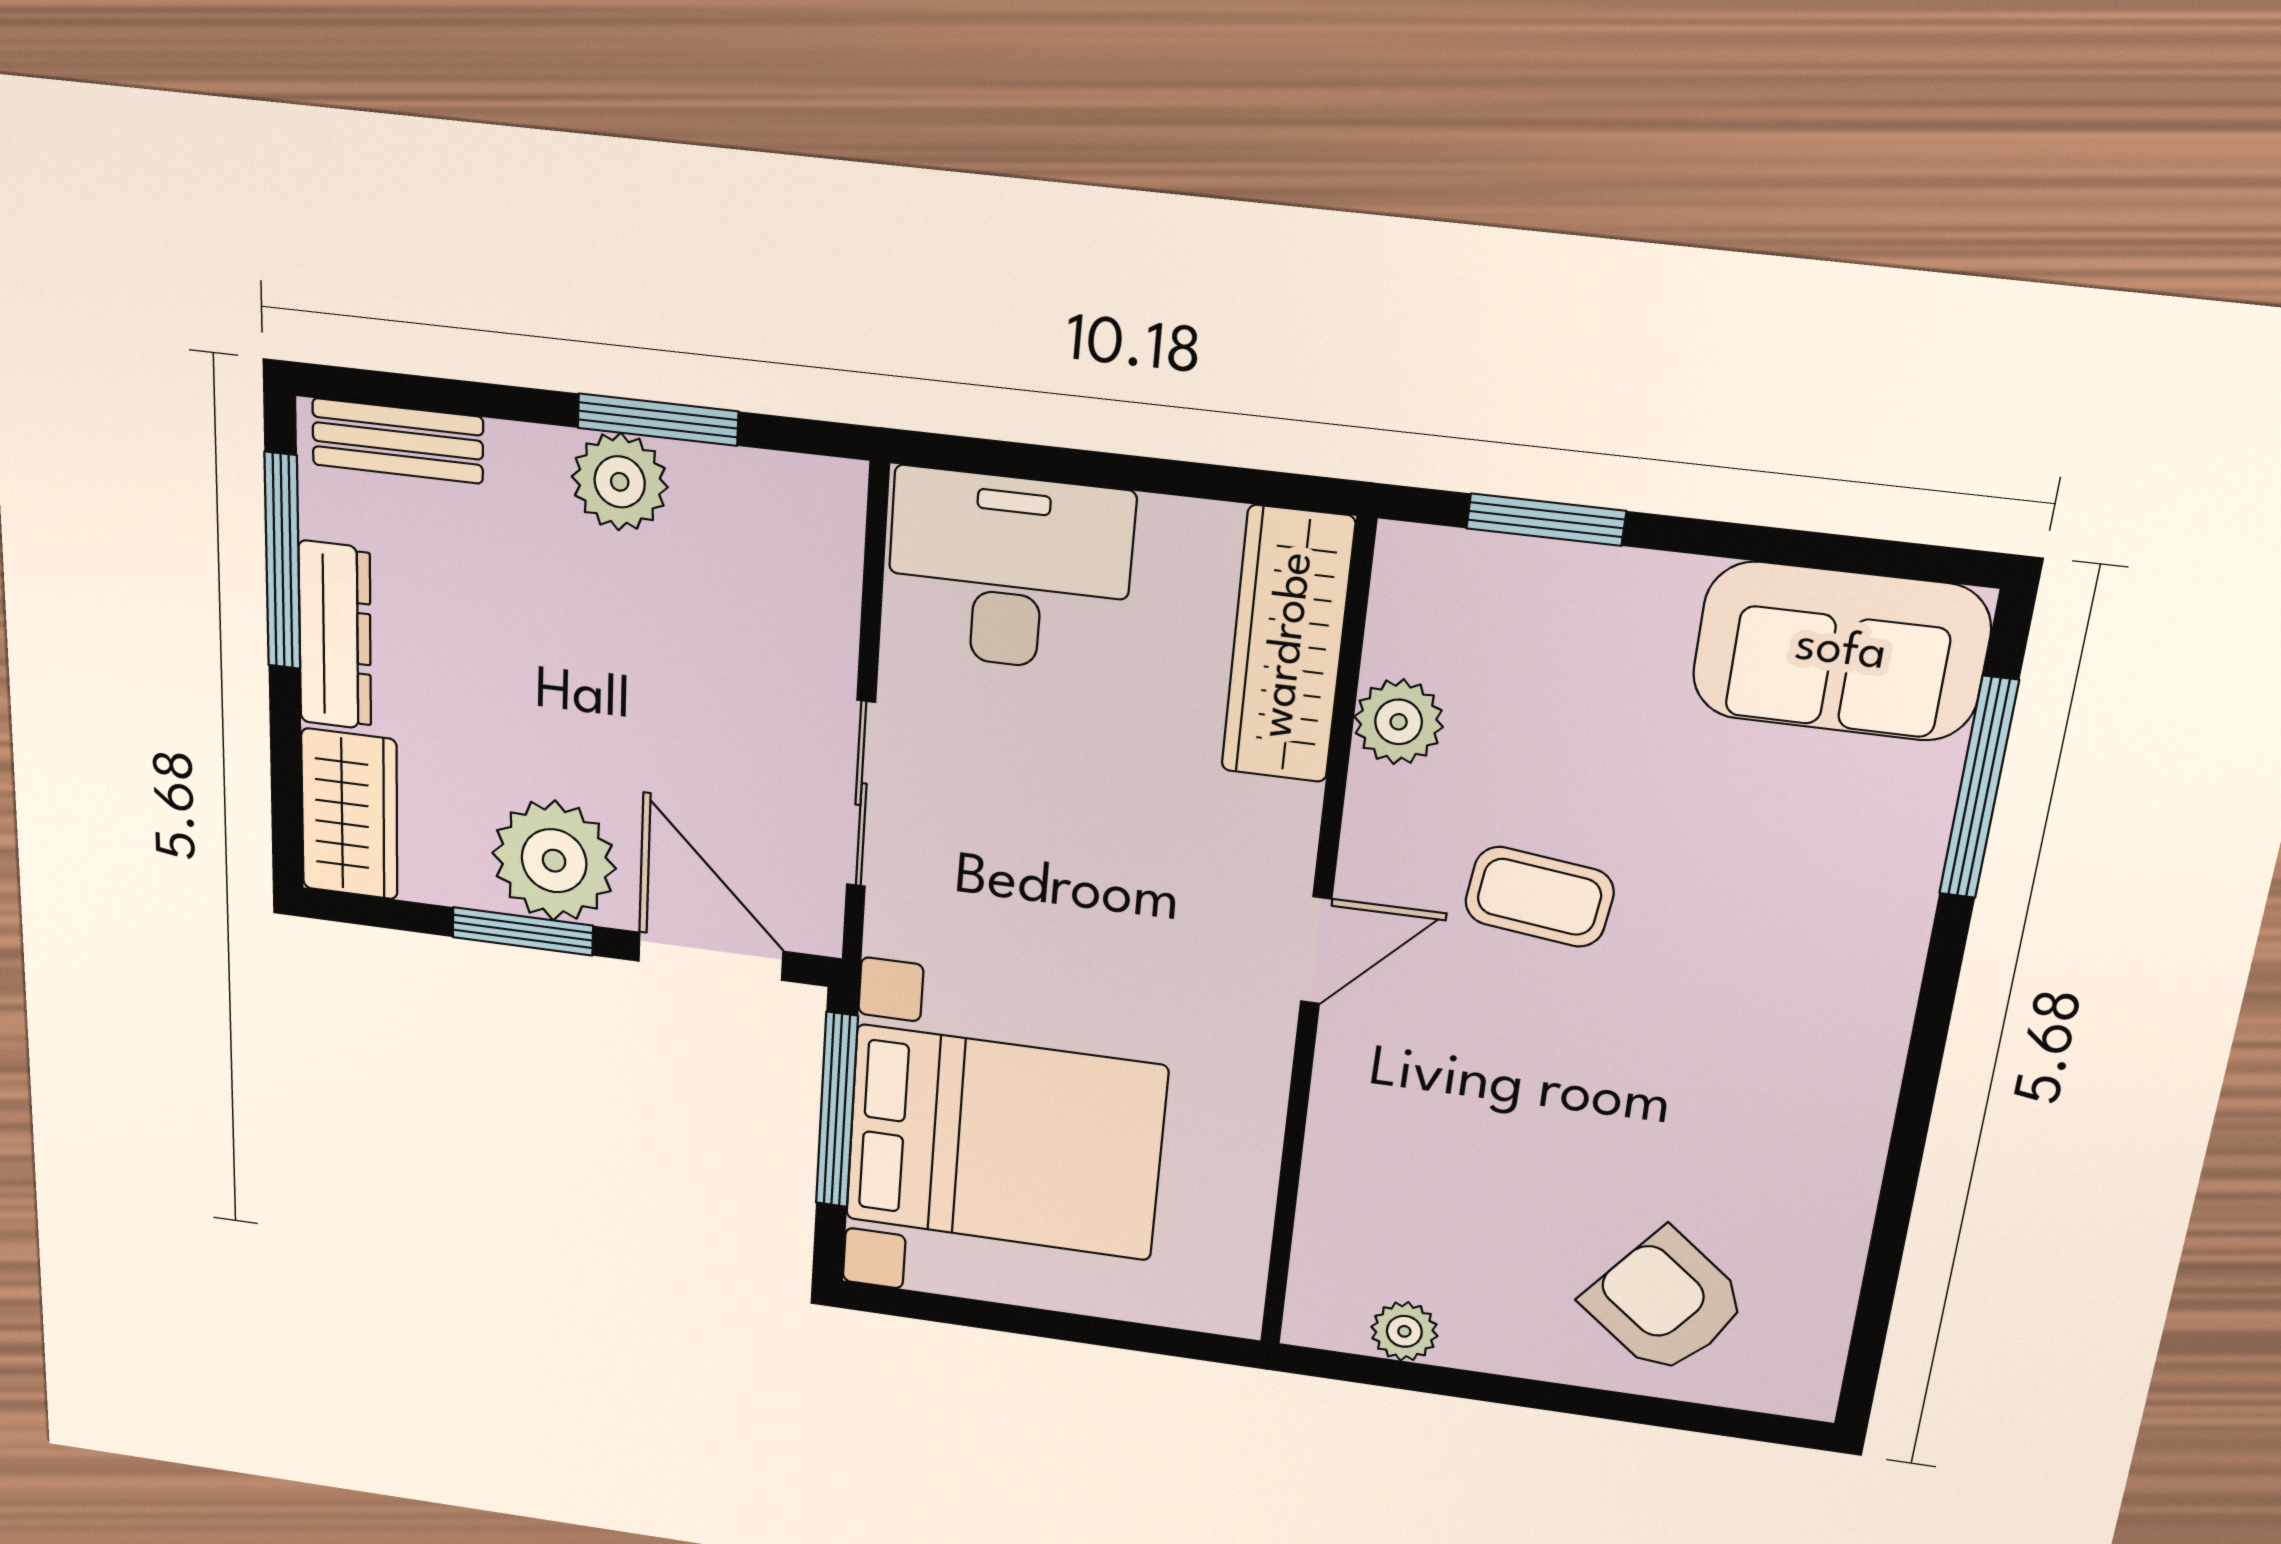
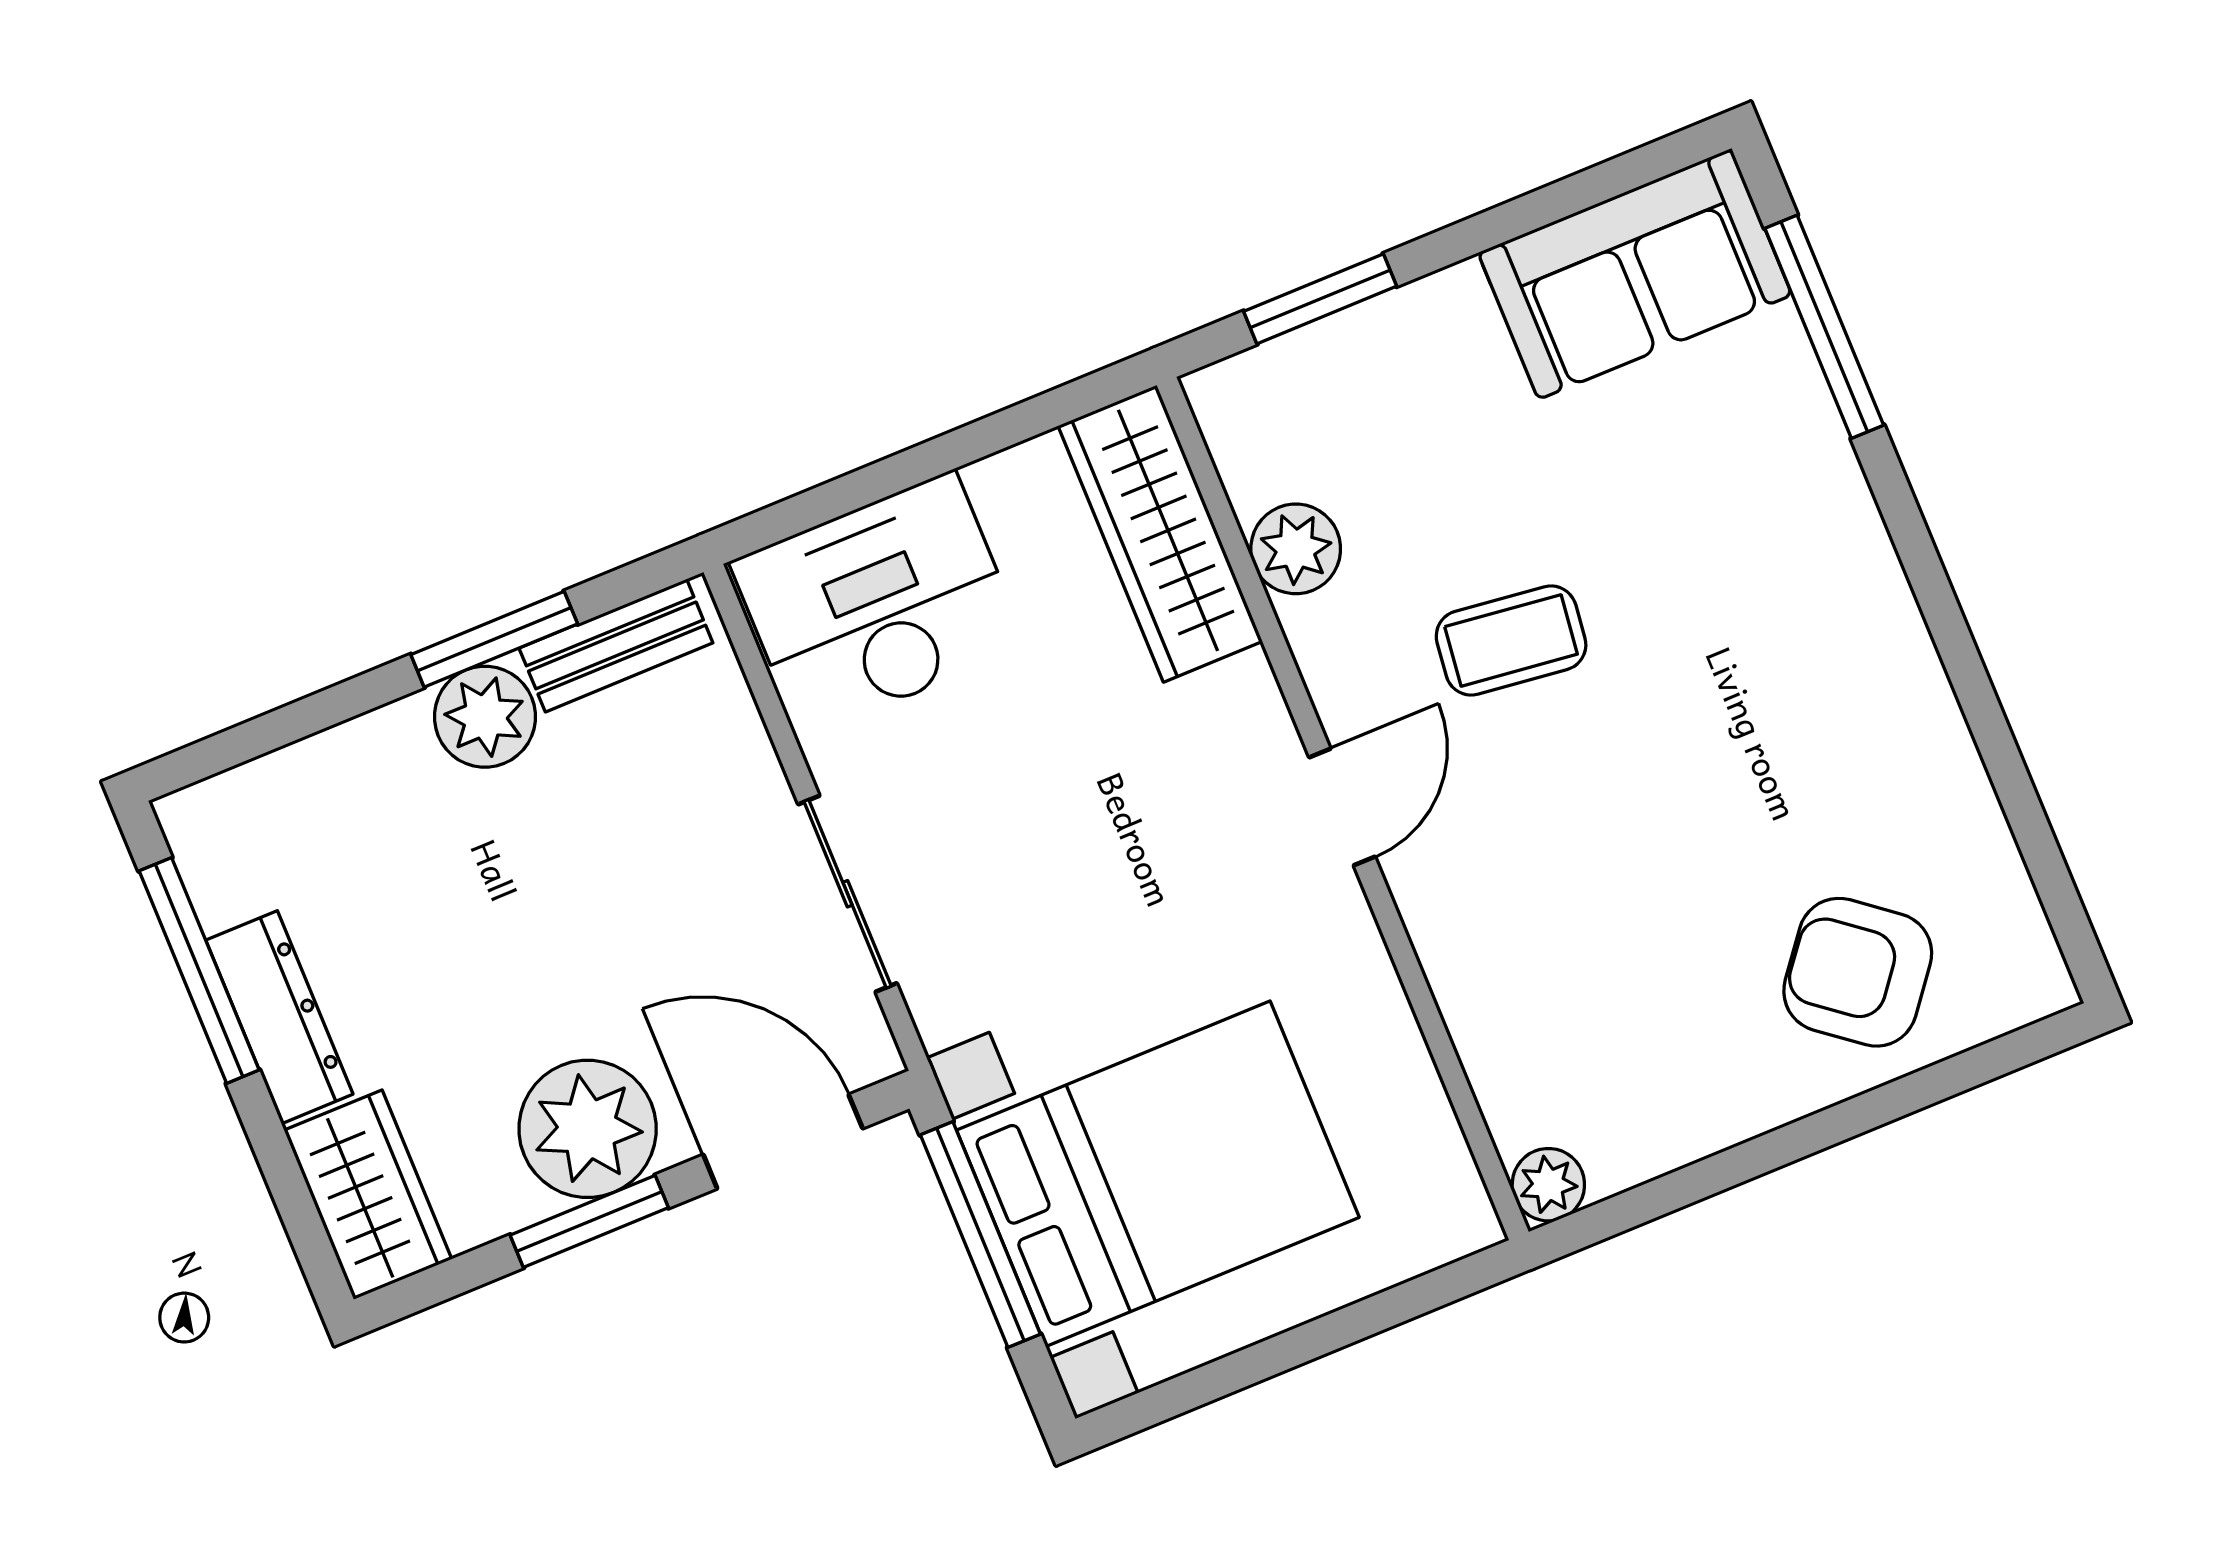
bench: (398, 441) -> (616, 645), moved
plant: (1404, 1331) -> (1548, 1185), moved

